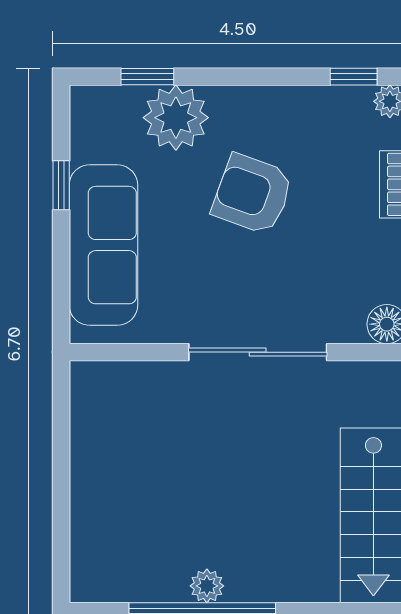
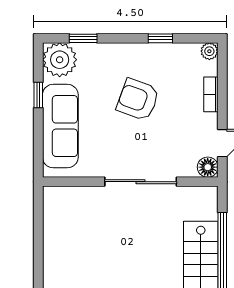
window: (354, 77) -> (160, 38), moved
plant: (176, 118) -> (60, 60), moved

